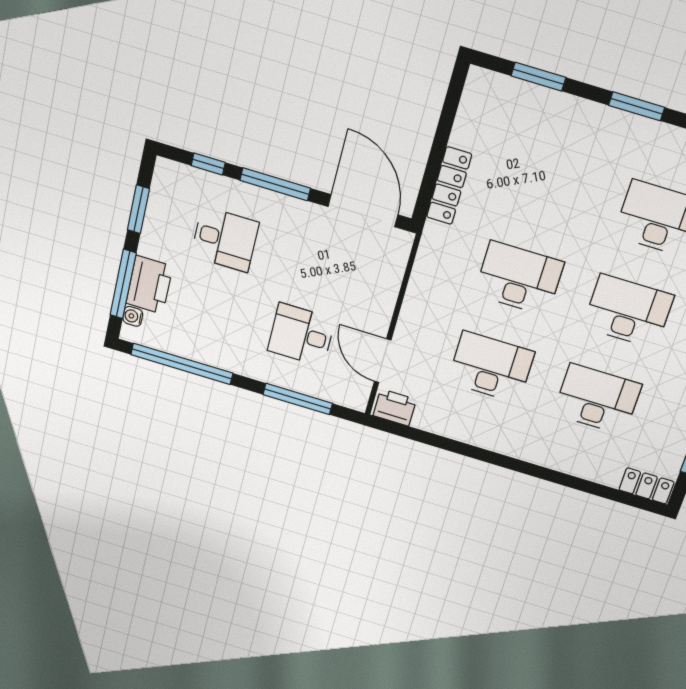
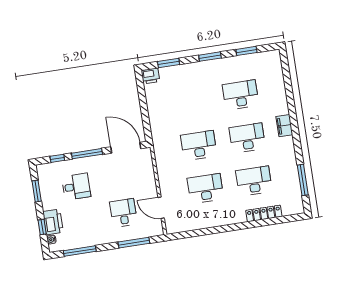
locker: (449, 186) -> (155, 121), removed
window: (123, 284) -> (42, 227), width x0.46
desk: (301, 335) -> (123, 213), turned 90
window: (182, 364) -> (80, 251), width x0.68
printer: (395, 408) -> (150, 76), moved, turned 180
locker: (647, 486) -> (264, 213), moved, width x1.53

